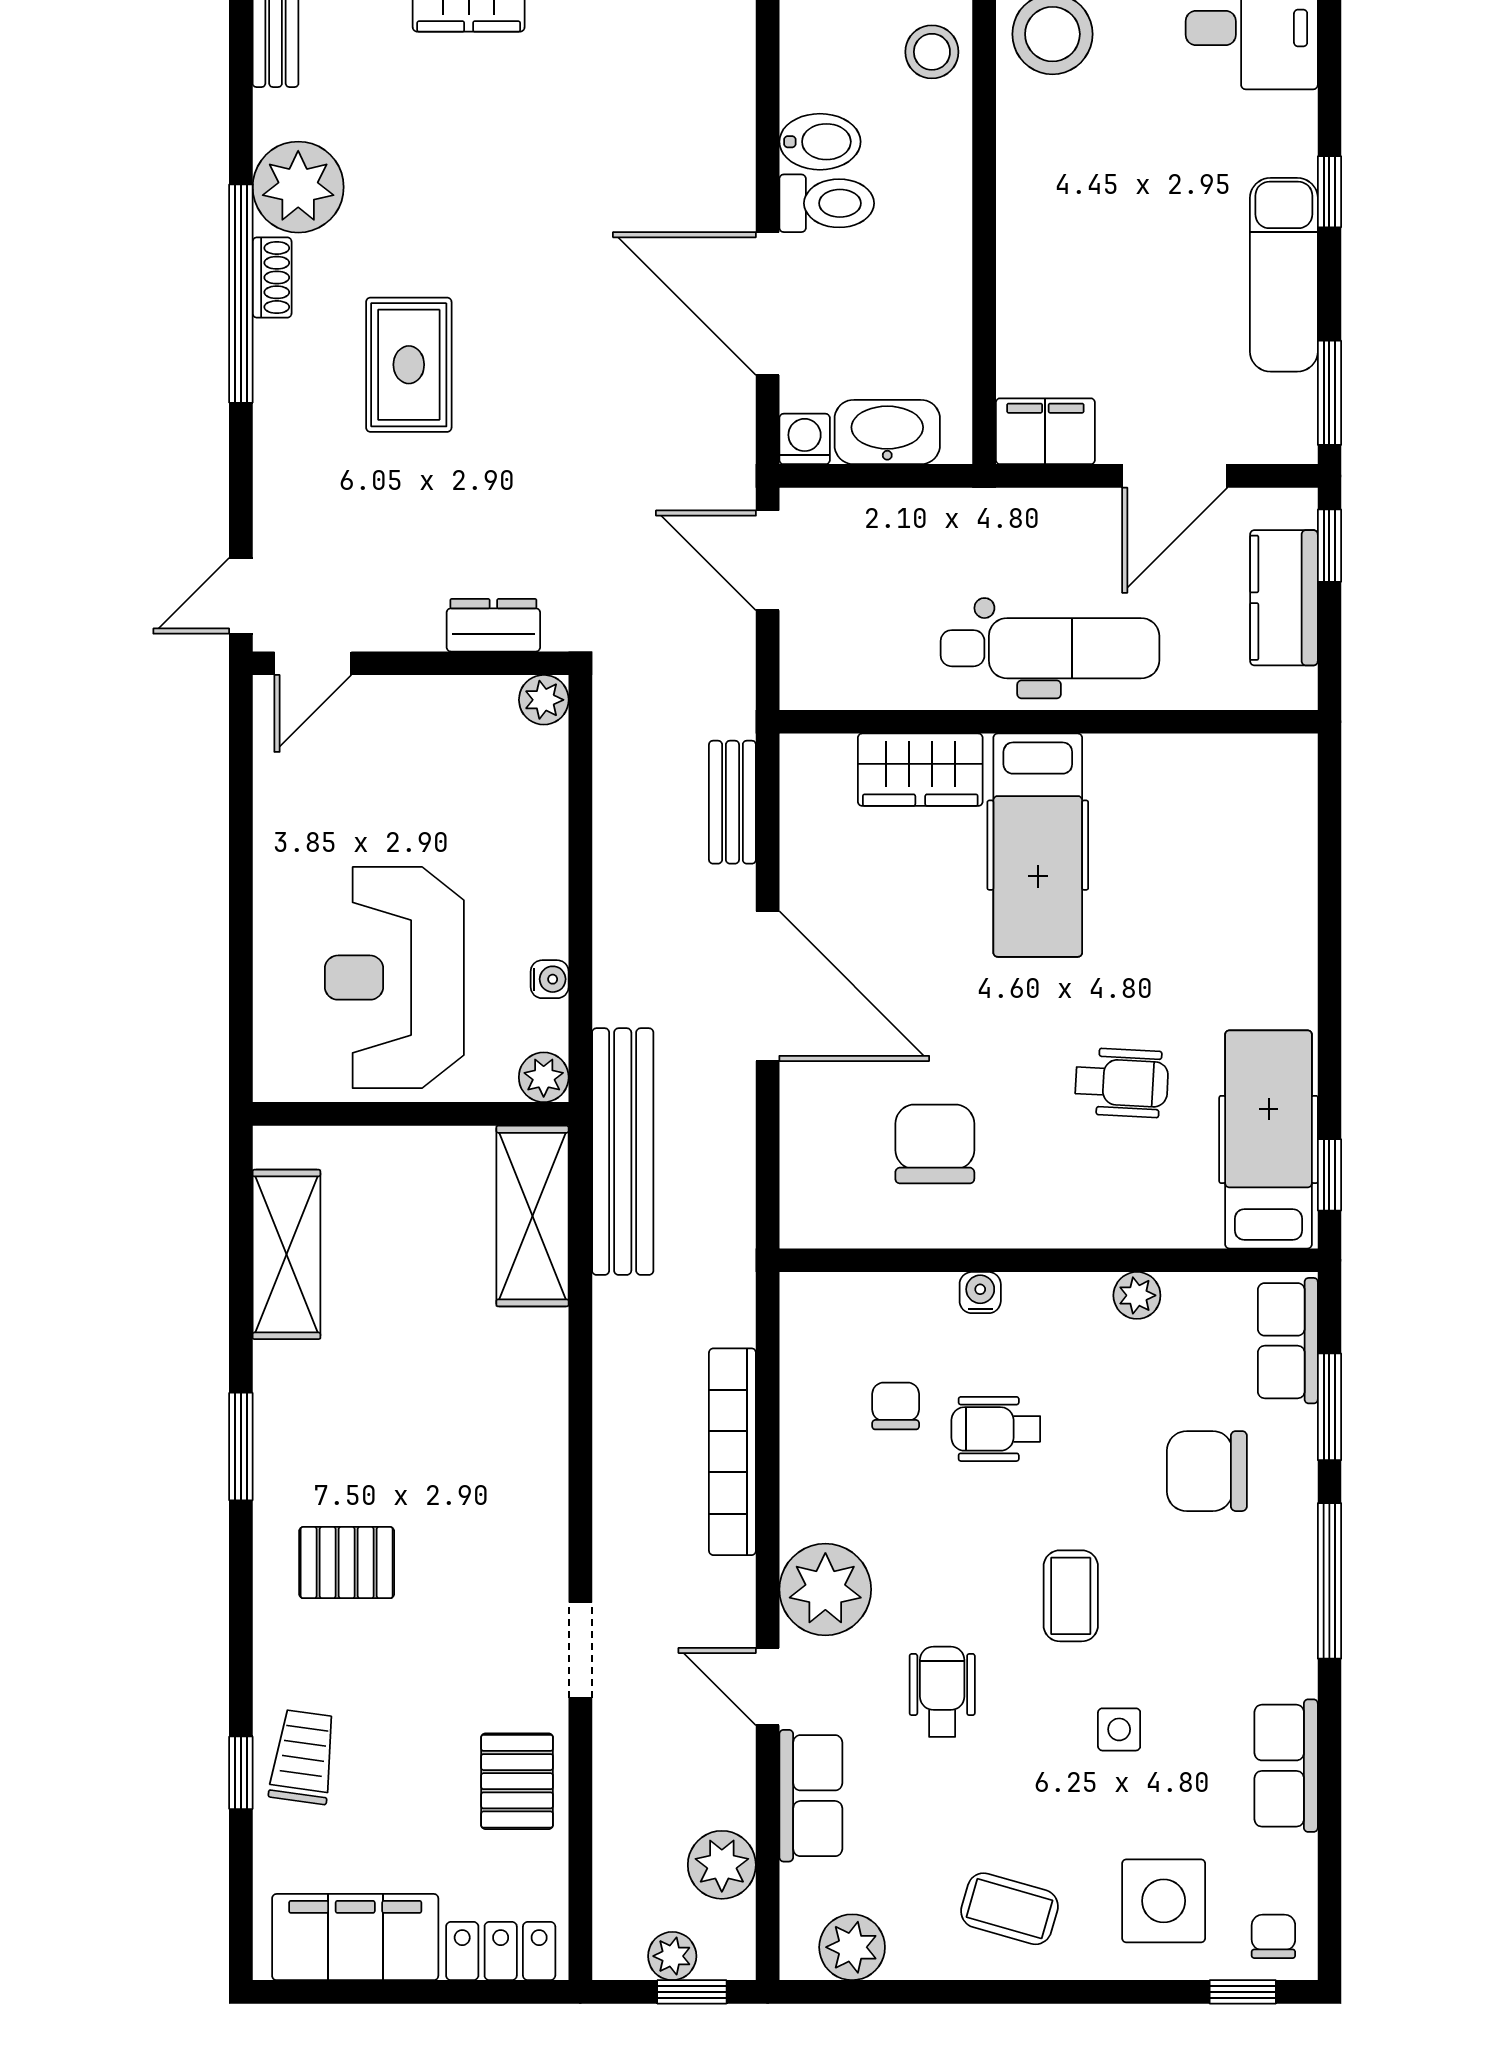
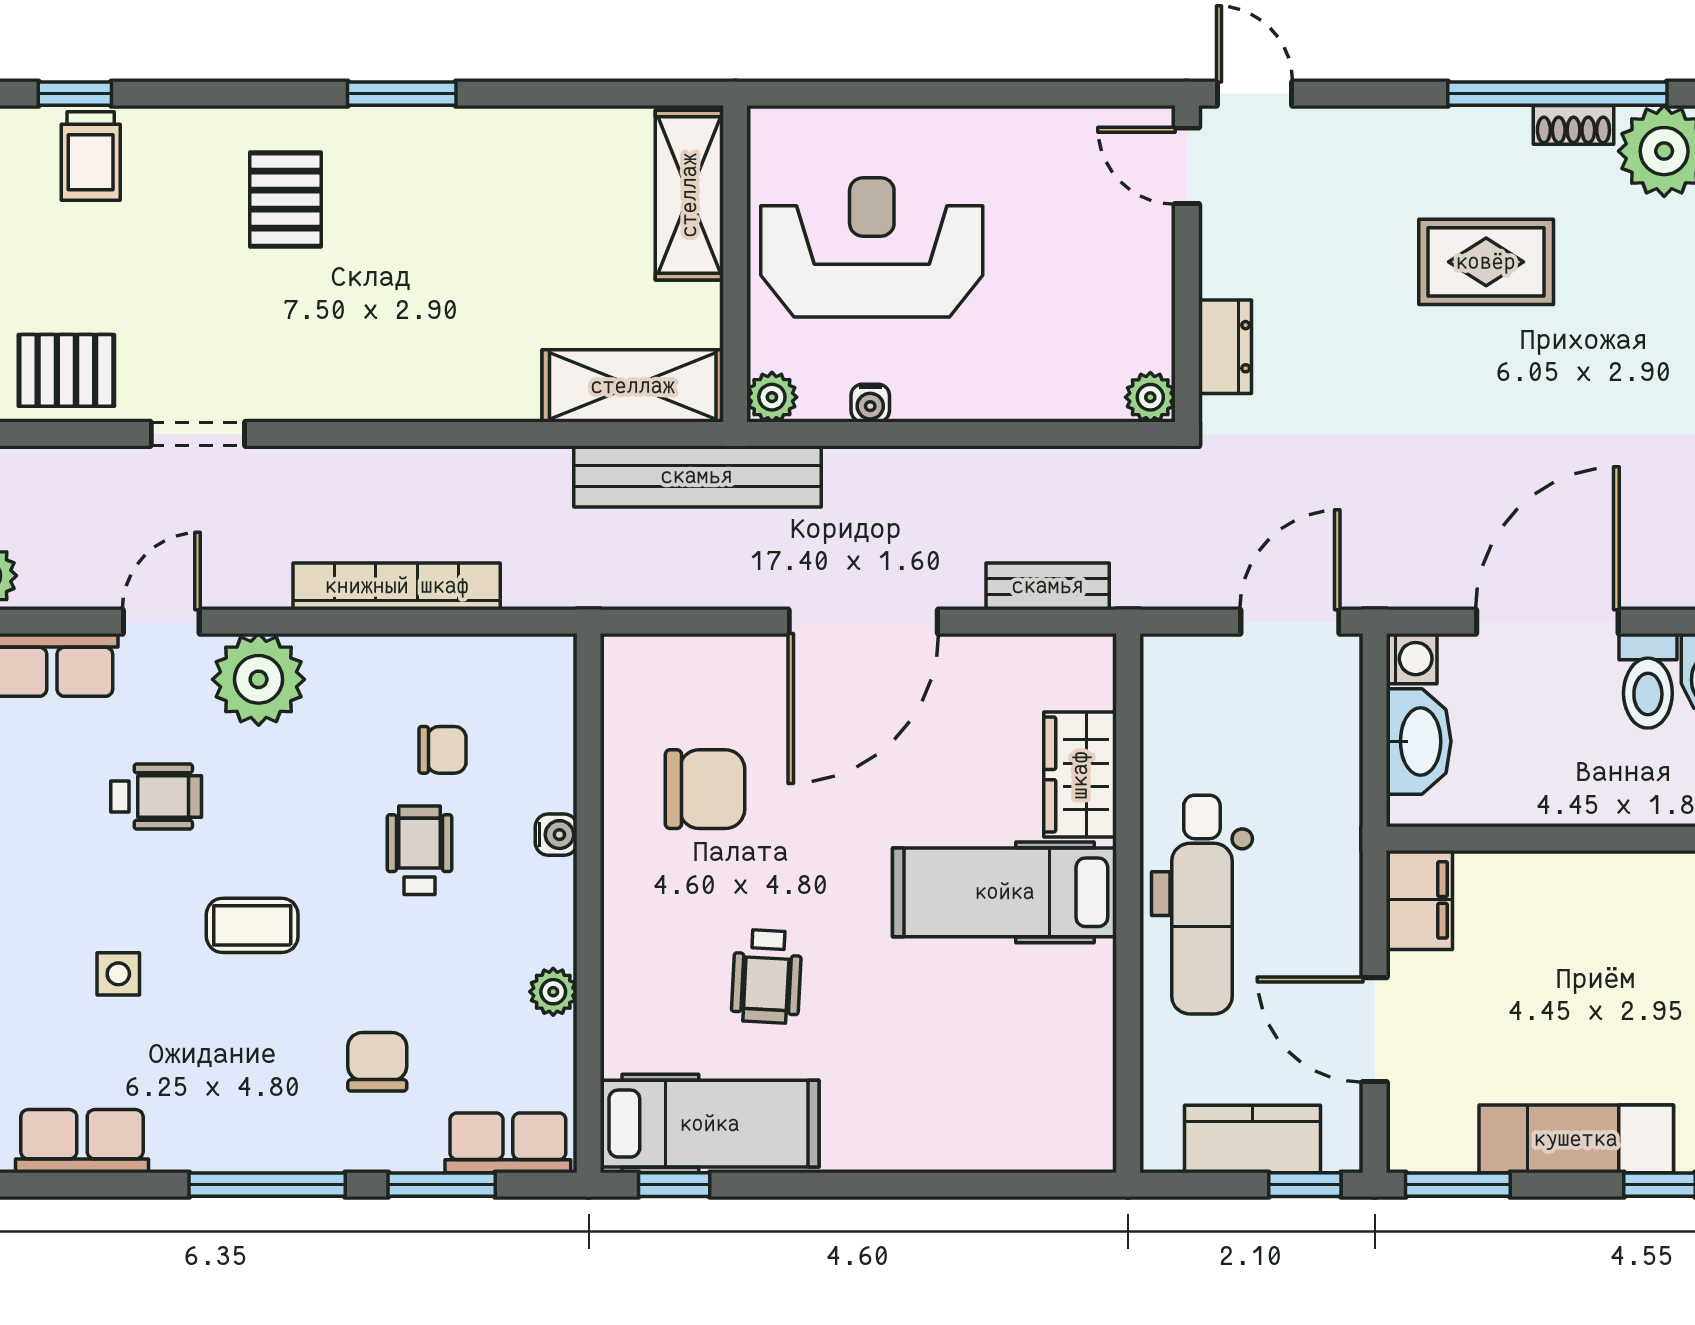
shelving: (286, 1254) -> (689, 195), moved, turned 90
chair: (1207, 1471) -> (377, 1062), width x0.73, depth x0.73
trolley: (303, 1757) -> (91, 156), turned 82

